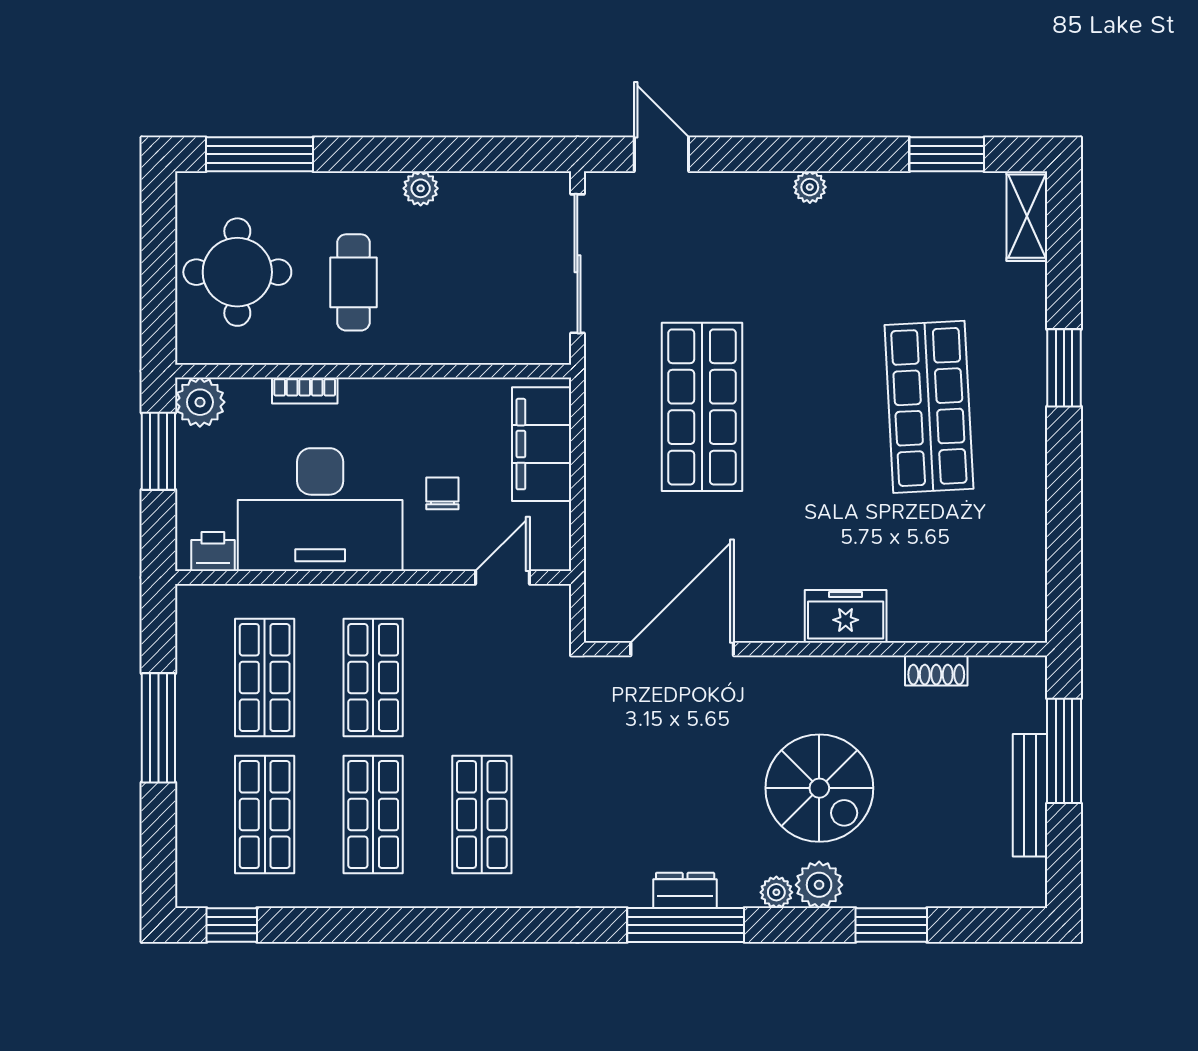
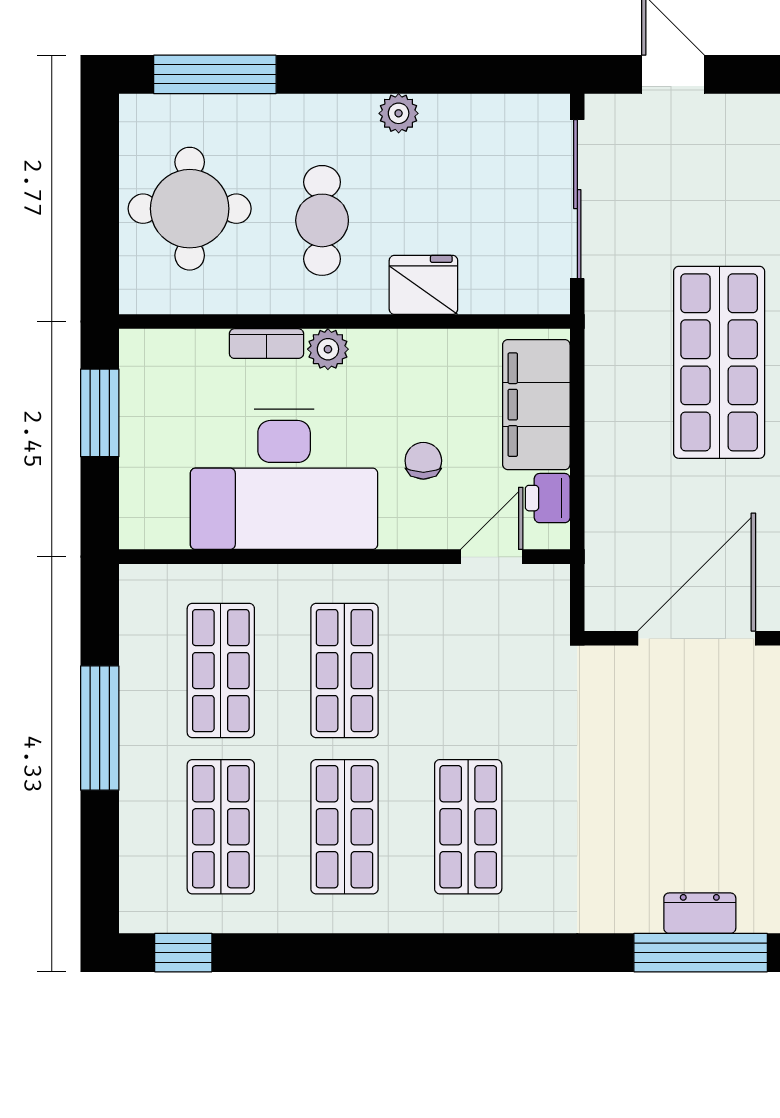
fridge: (443, 339) -> (423, 285), added
plant: (200, 402) -> (328, 349), moved, width x0.73, depth x0.73
printer: (213, 552) -> (548, 498), moved, turned -90

